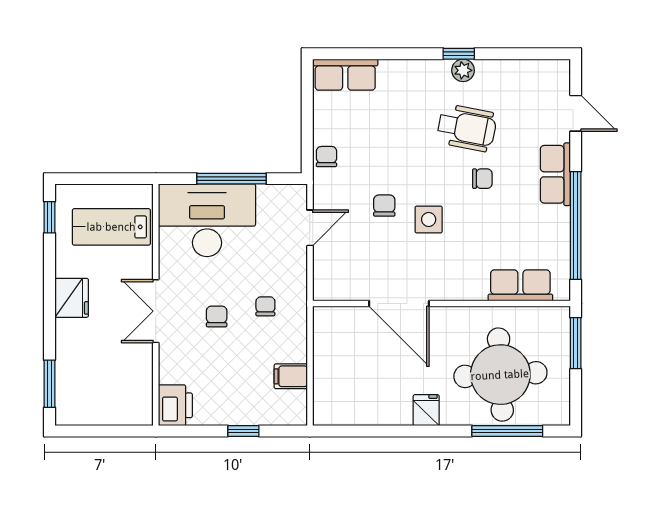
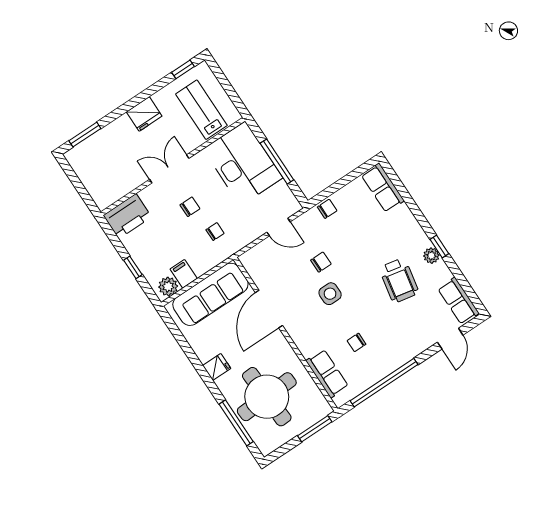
row of seats: (555, 174) -> (458, 301), moved, turned -90
chair: (482, 179) -> (357, 342), moved, turned 90
sofa: (336, 361) -> (210, 294), added
printer: (175, 405) -> (127, 216), width x1.37, depth x1.19
plant: (294, 405) -> (168, 287), added

